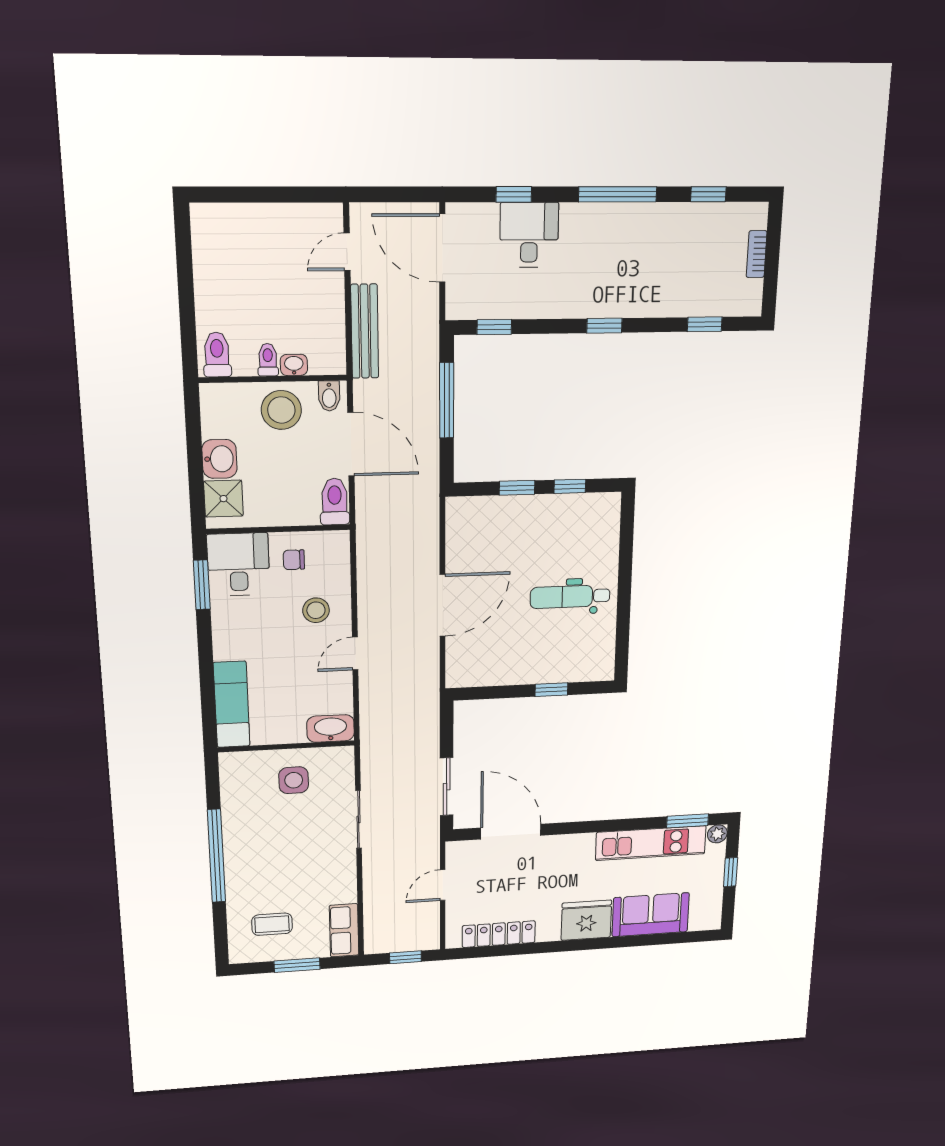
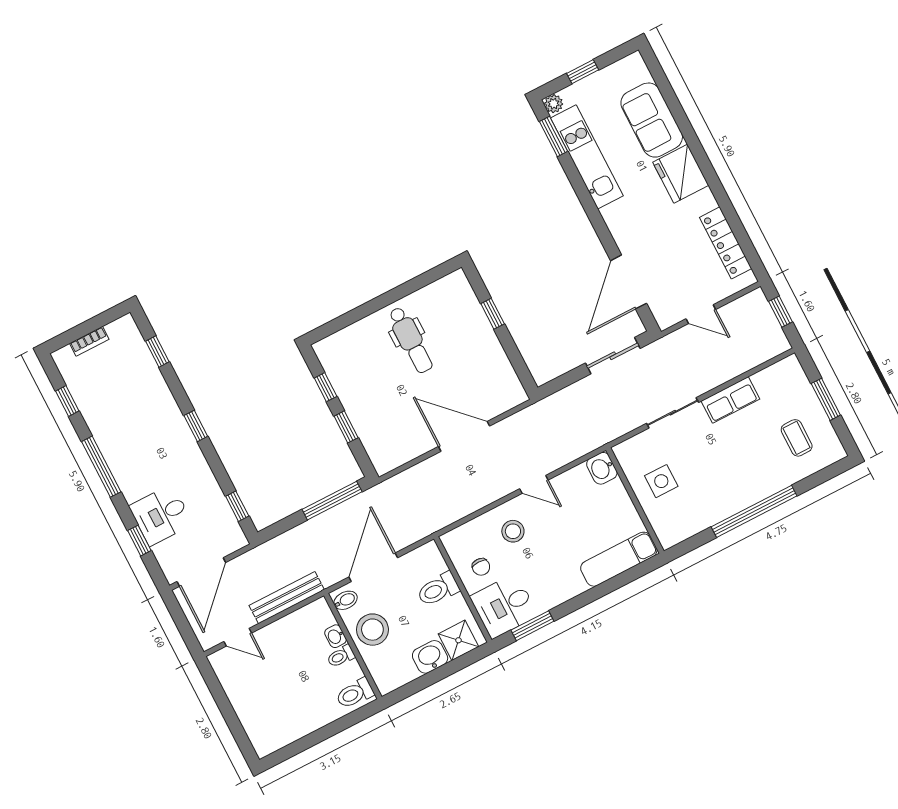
window: (447, 400) -> (332, 501), moved
toilet: (335, 502) -> (438, 589), moved
washbasin: (331, 728) -> (602, 468), width x0.72
row of seats: (344, 930) -> (730, 400), moved

